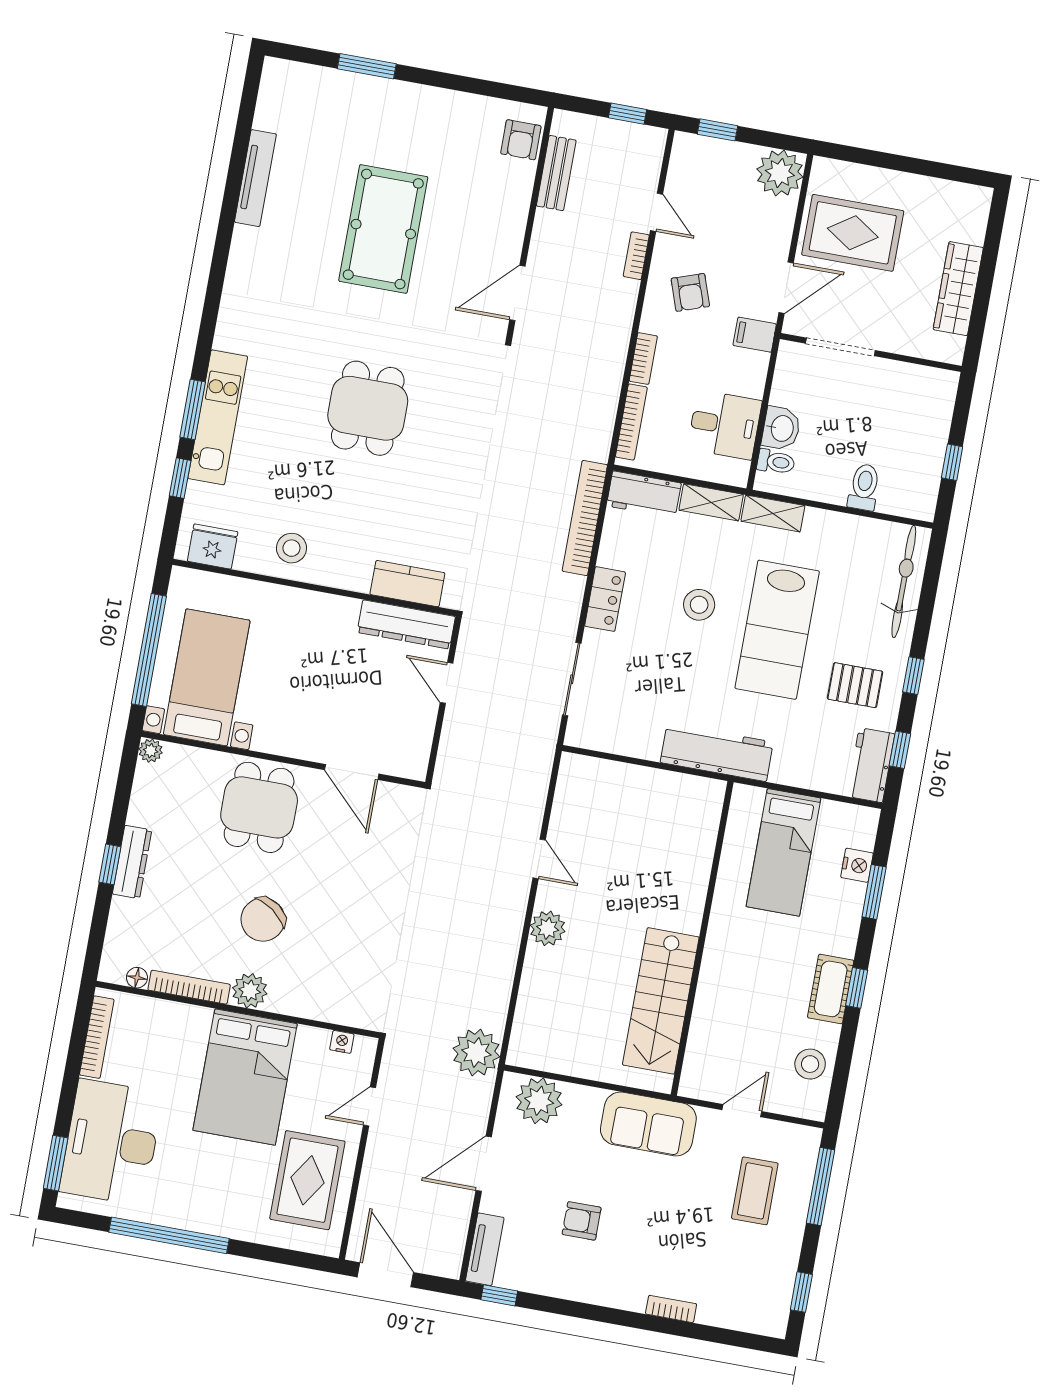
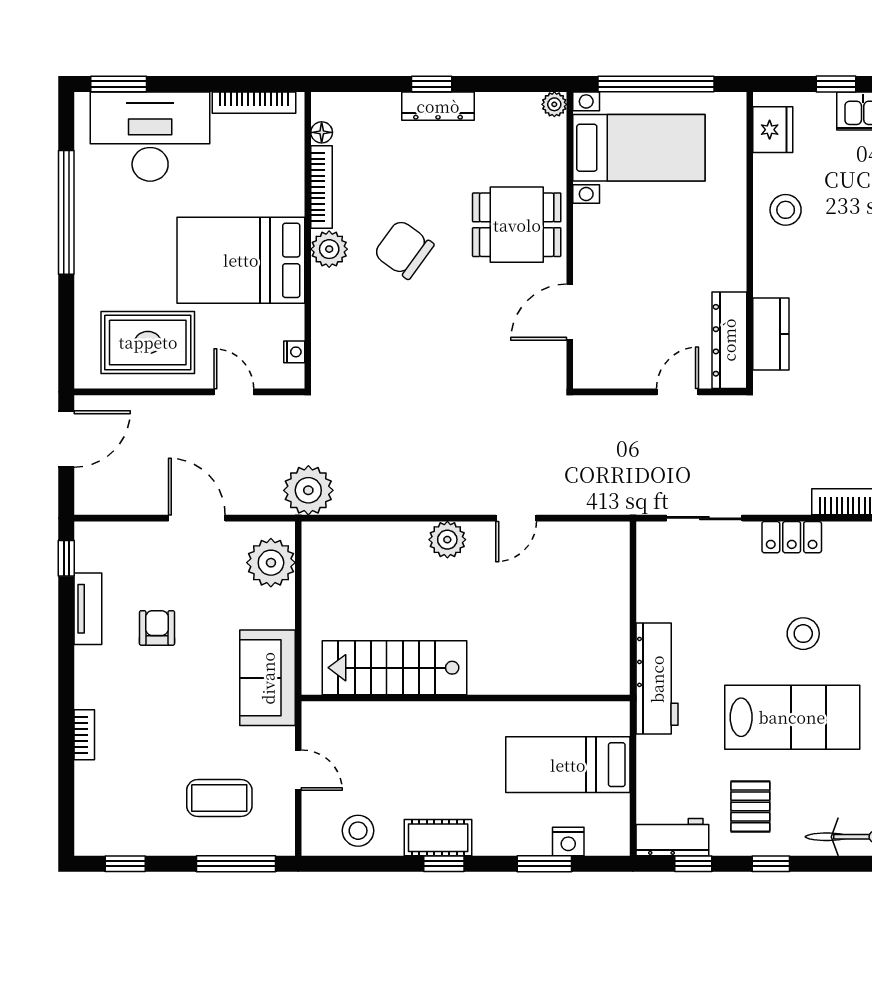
lab bench: (777, 630) -> (792, 717), turned 180
tv unit: (485, 1249) -> (88, 609), moved, turned -90

